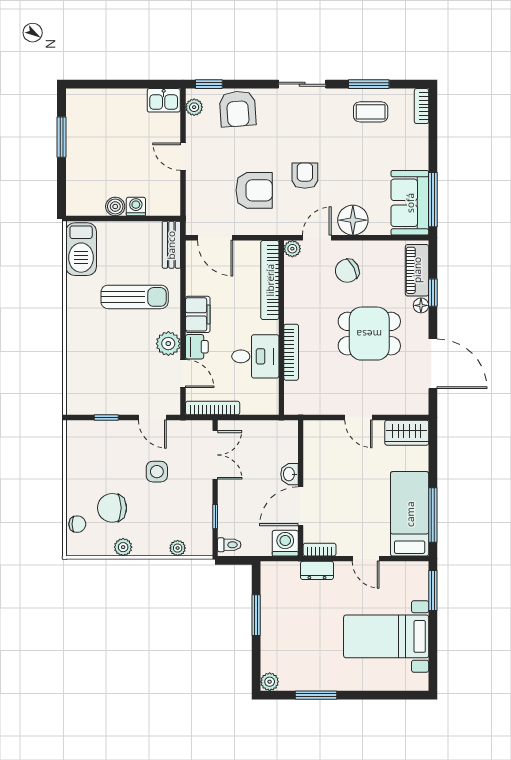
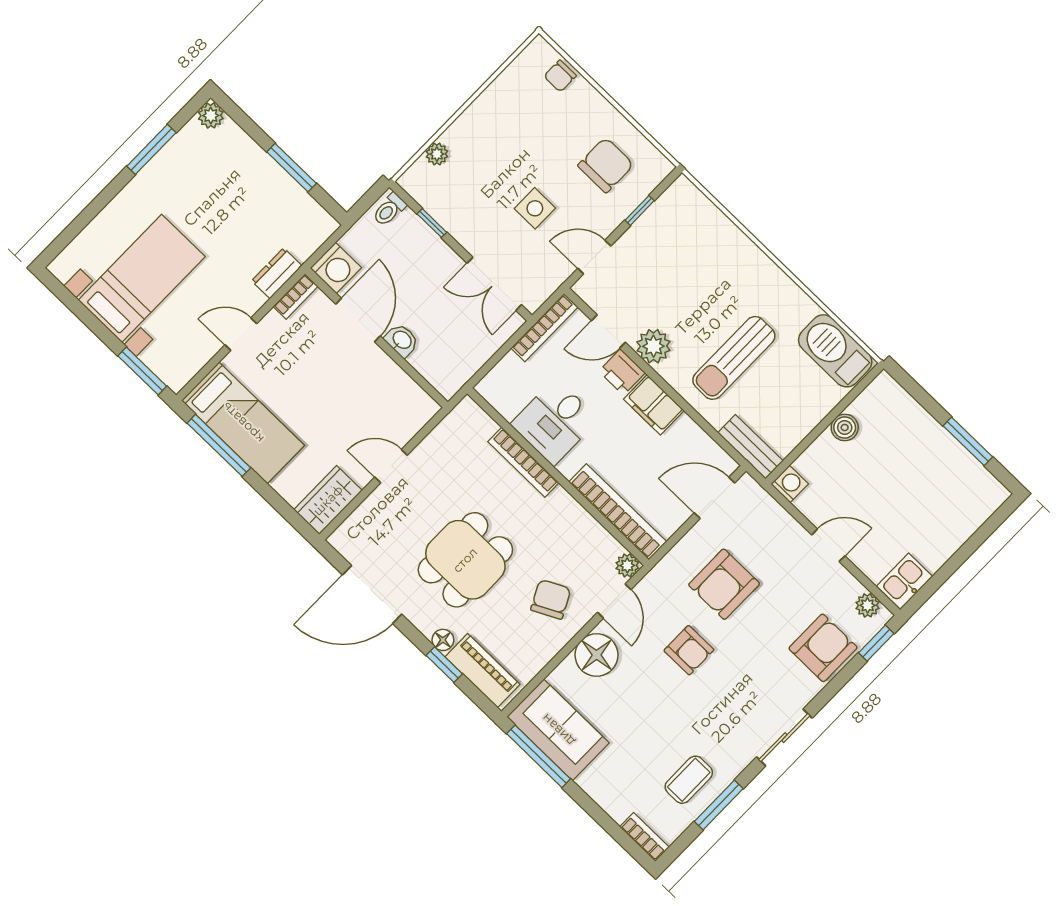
armchair: (238, 109) -> (823, 648), turned 94
washing machine: (136, 206) -> (790, 484), moved, turned -90
chair: (112, 508) -> (606, 165), moved
plant: (123, 547) -> (492, 100), removed

